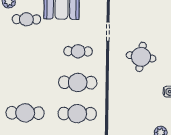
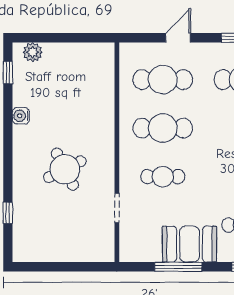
round table: (141, 57) -> (65, 169), turned -35

